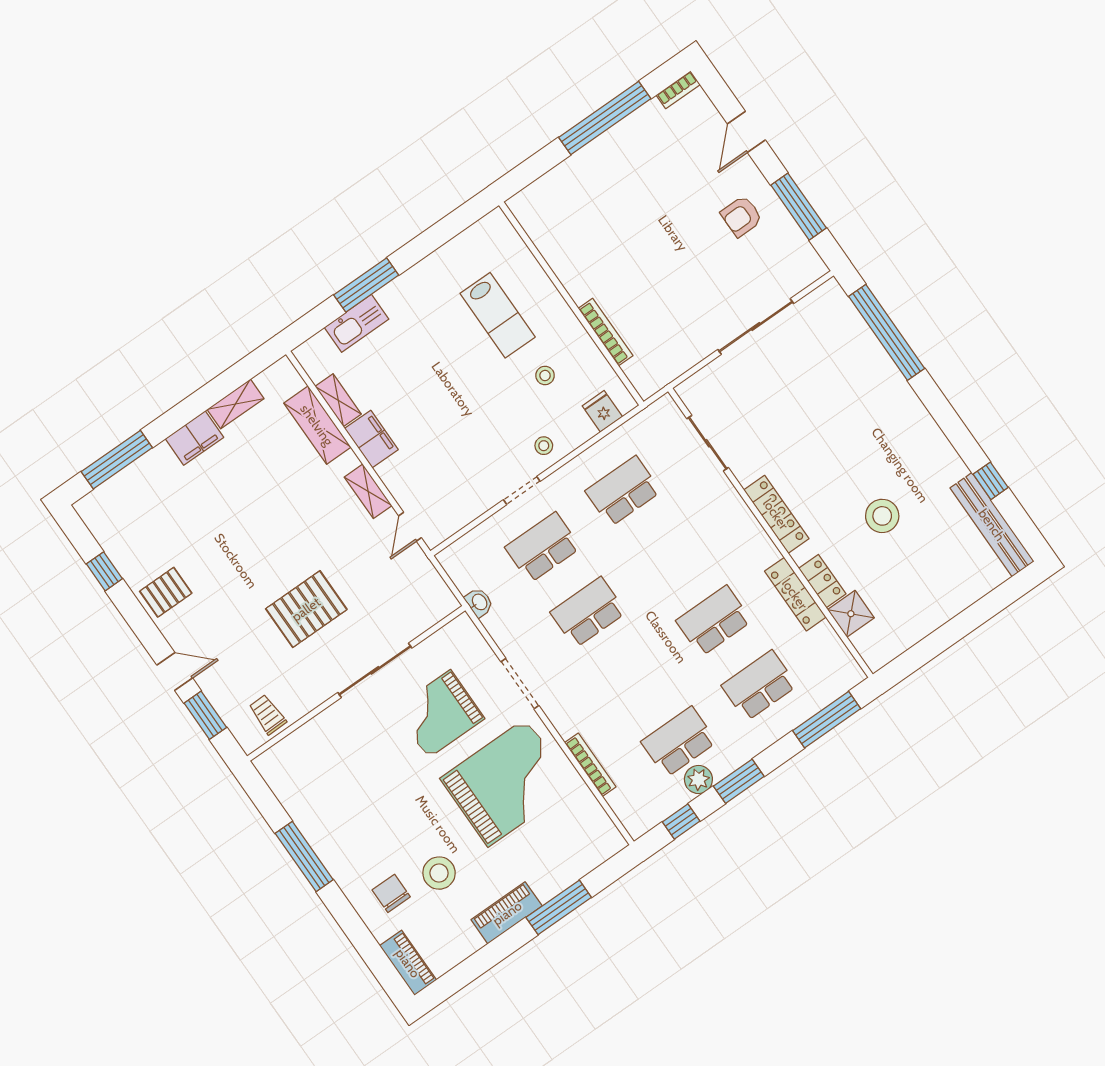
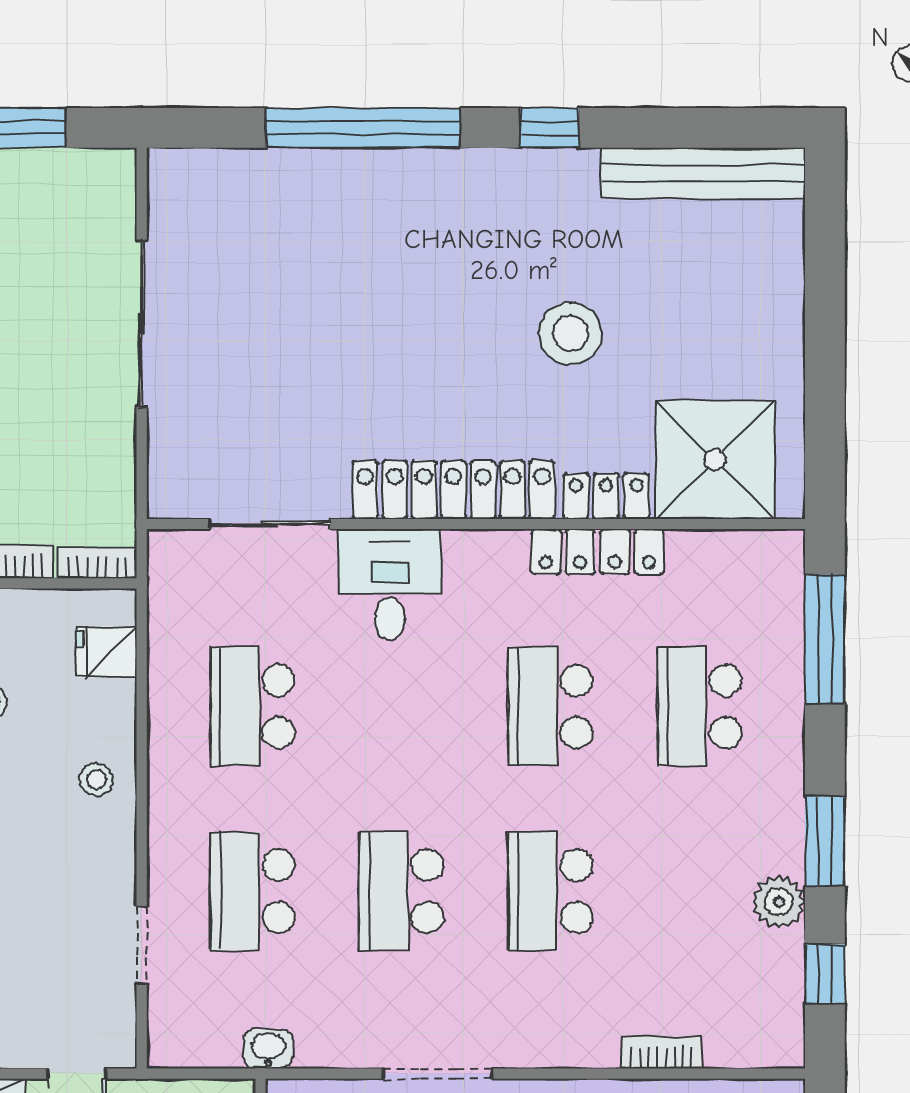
window: (887, 332) -> (363, 128), moved
bookcase: (638, 380) -> (97, 563), added
window: (991, 481) -> (550, 128), moved
doorway: (522, 490) -> (142, 945), moved
desk: (718, 514) -> (390, 584), added
locker: (776, 514) -> (454, 490), width x1.41, depth x1.21
shower: (851, 614) -> (715, 460), width x1.86, depth x1.86
school desk: (679, 742) -> (550, 891), moved
bookcase: (590, 765) -> (661, 1053), width x0.64

